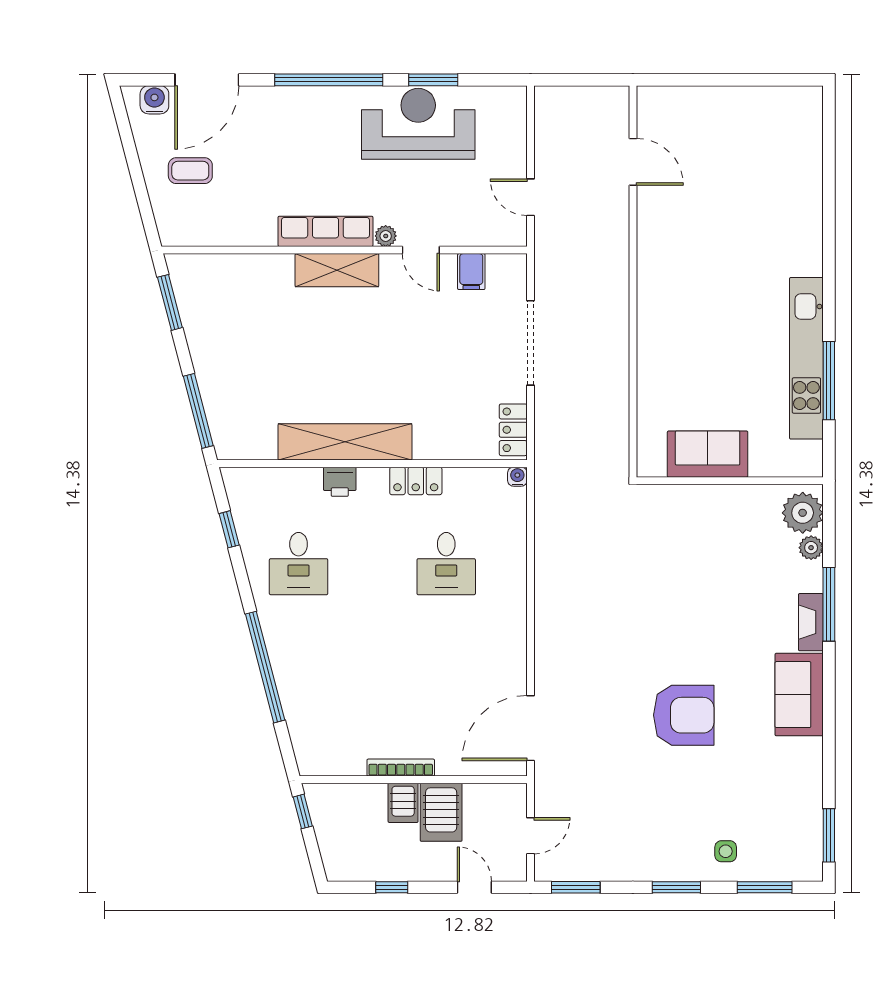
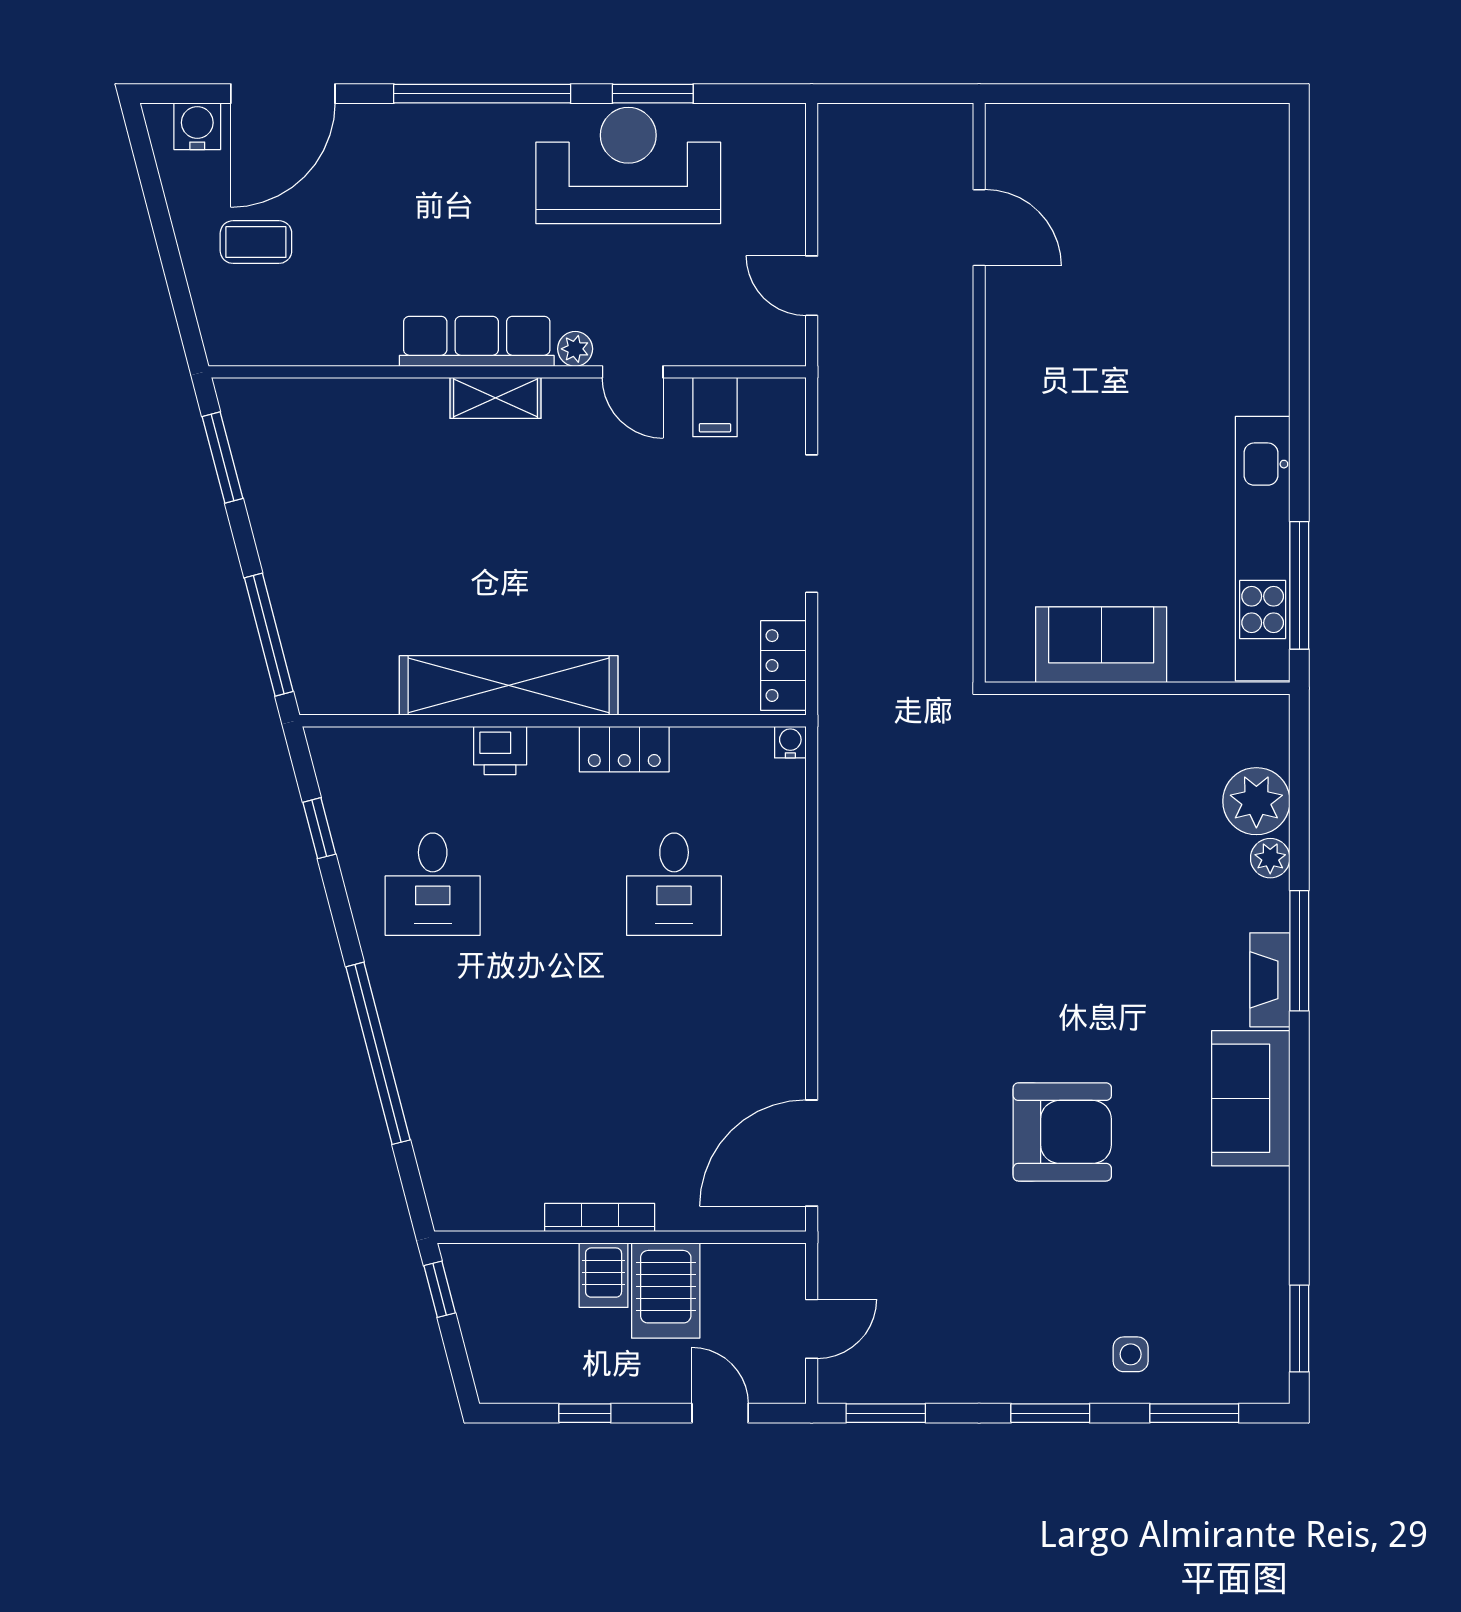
shelving: (337, 270) -> (495, 398), width x0.67, depth x0.75
sofa: (708, 454) -> (1101, 645), moved
wall: (730, 481) -> (1137, 688), moved

